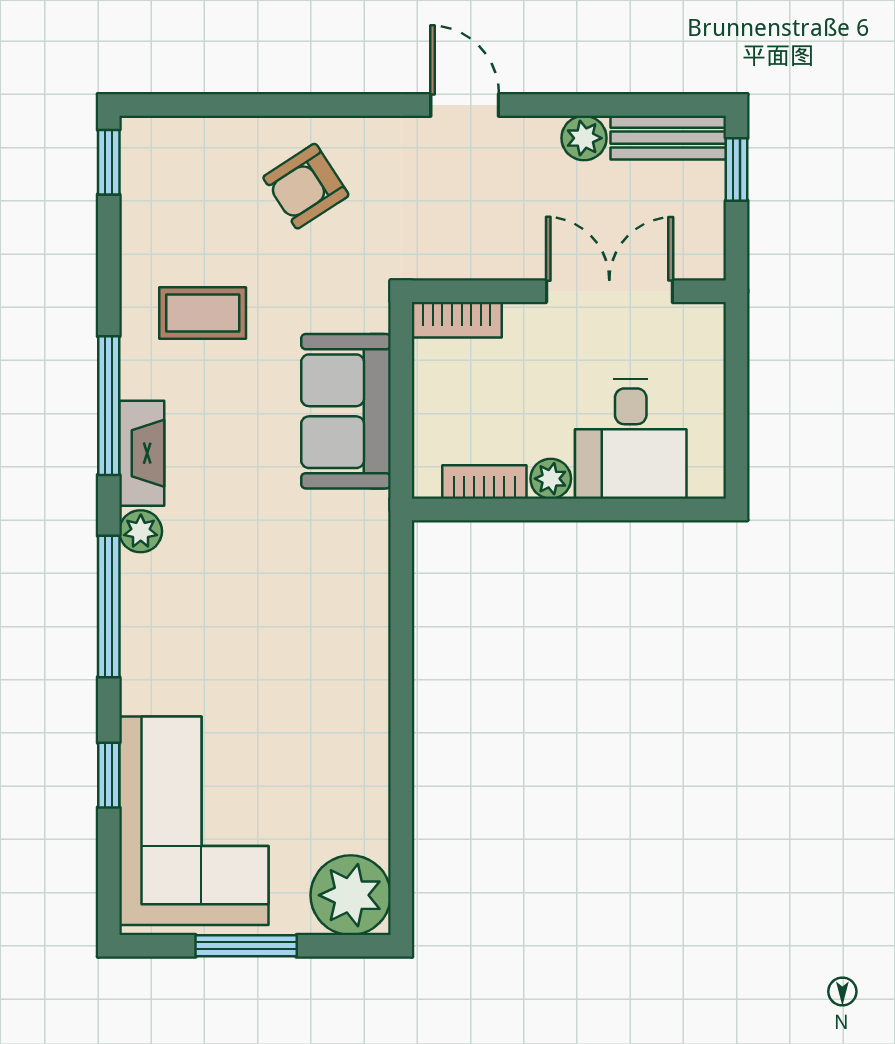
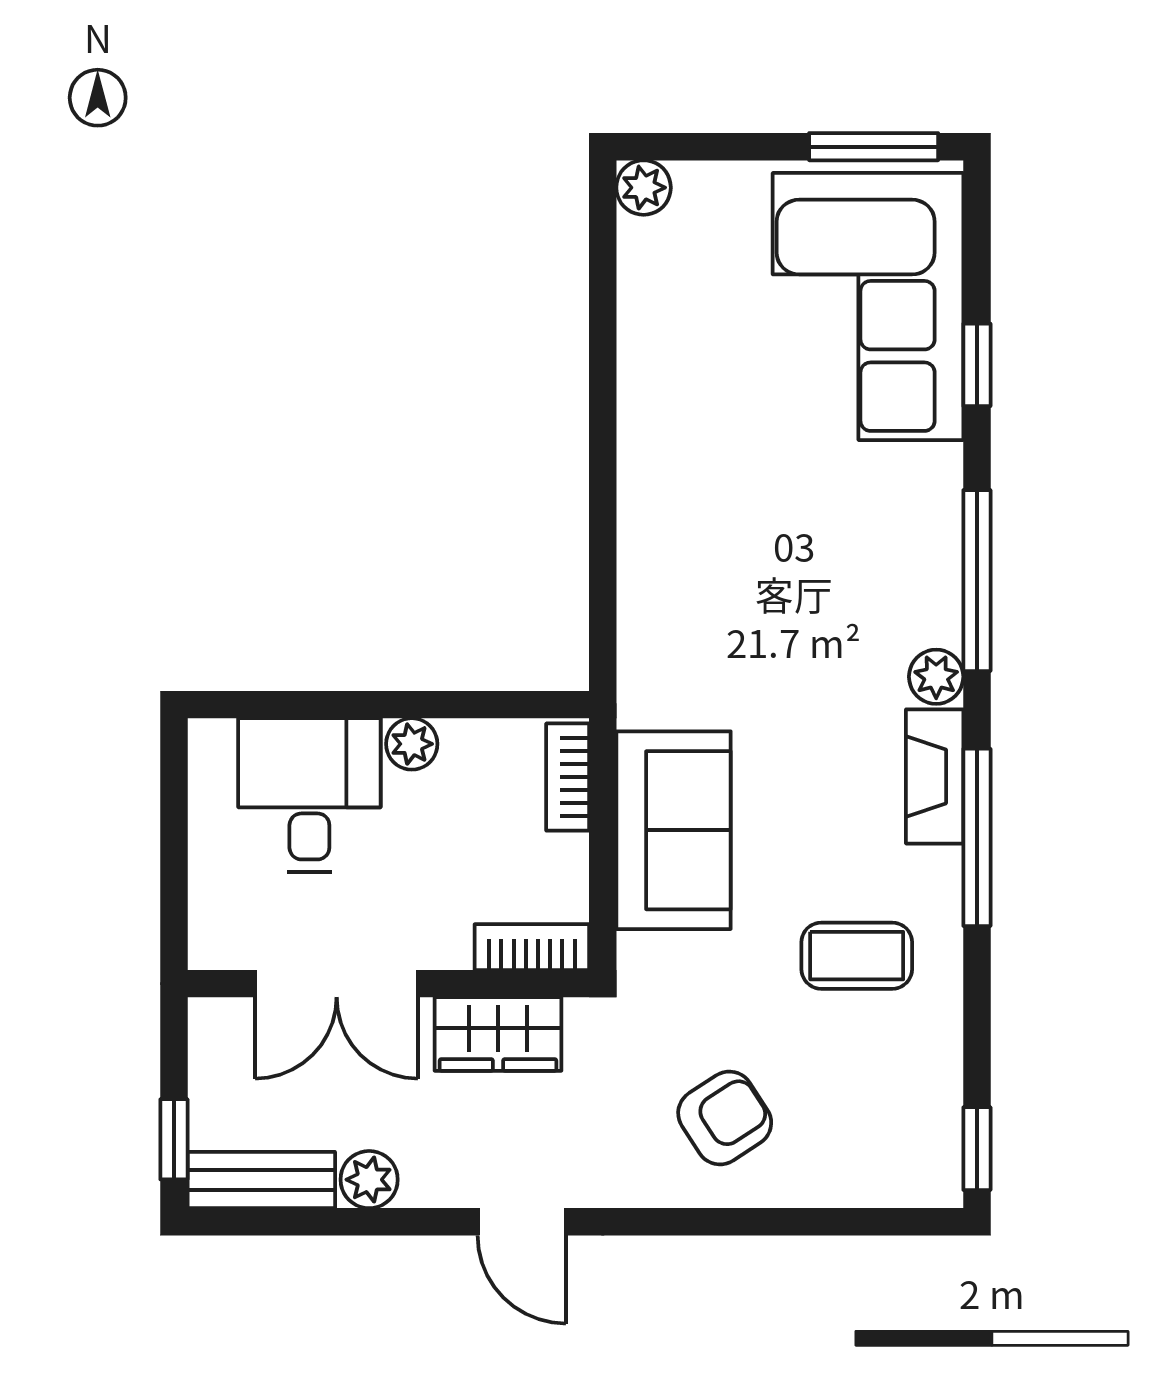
wardrobe: (483, 252) -> (498, 1034), added
bookcase: (484, 482) -> (568, 777), moved, turned 90
plant: (351, 895) -> (644, 188), width x0.53, depth x0.53
window: (246, 946) -> (874, 147), moved

